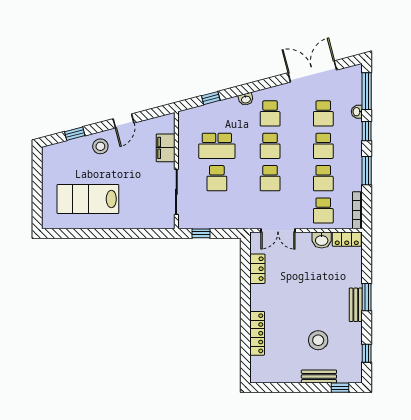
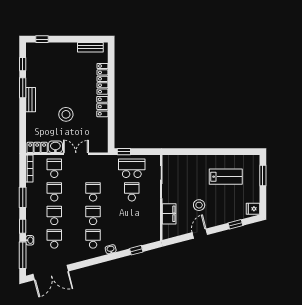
double door: (312, 71) -> (51, 273), moved
stool: (100, 146) -> (199, 205), moved
school desk: (217, 146) -> (132, 168), moved
fridge: (51, 155) -> (253, 209), added
lab bench: (88, 199) -> (226, 177), width x0.73, depth x0.72
window: (37, 201) -> (263, 175), added
double door: (278, 230) -> (76, 154), moved
window: (201, 233) -> (124, 152), moved
locker: (257, 269) -> (102, 107), moved
window: (367, 297) -> (23, 88), moved
stool: (318, 340) -> (66, 114), moved
bench: (319, 377) -> (90, 47), moved

